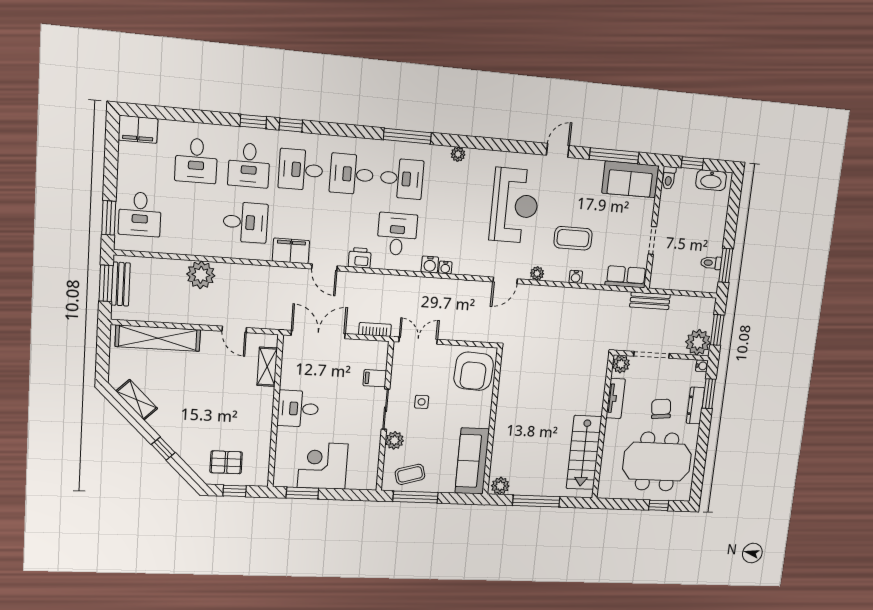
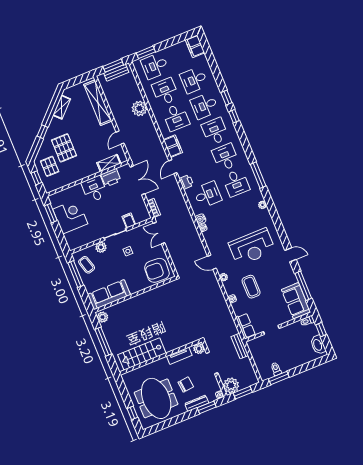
desk: (193, 218) -> (165, 92), added
double door: (418, 341) -> (159, 233), swing flipped
printer: (293, 374) -> (111, 178), added
pallet: (207, 426) -> (64, 148), added

